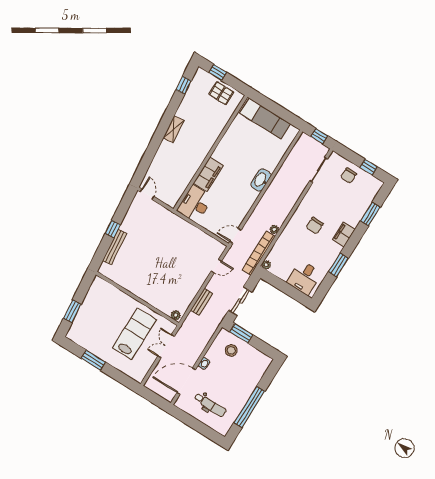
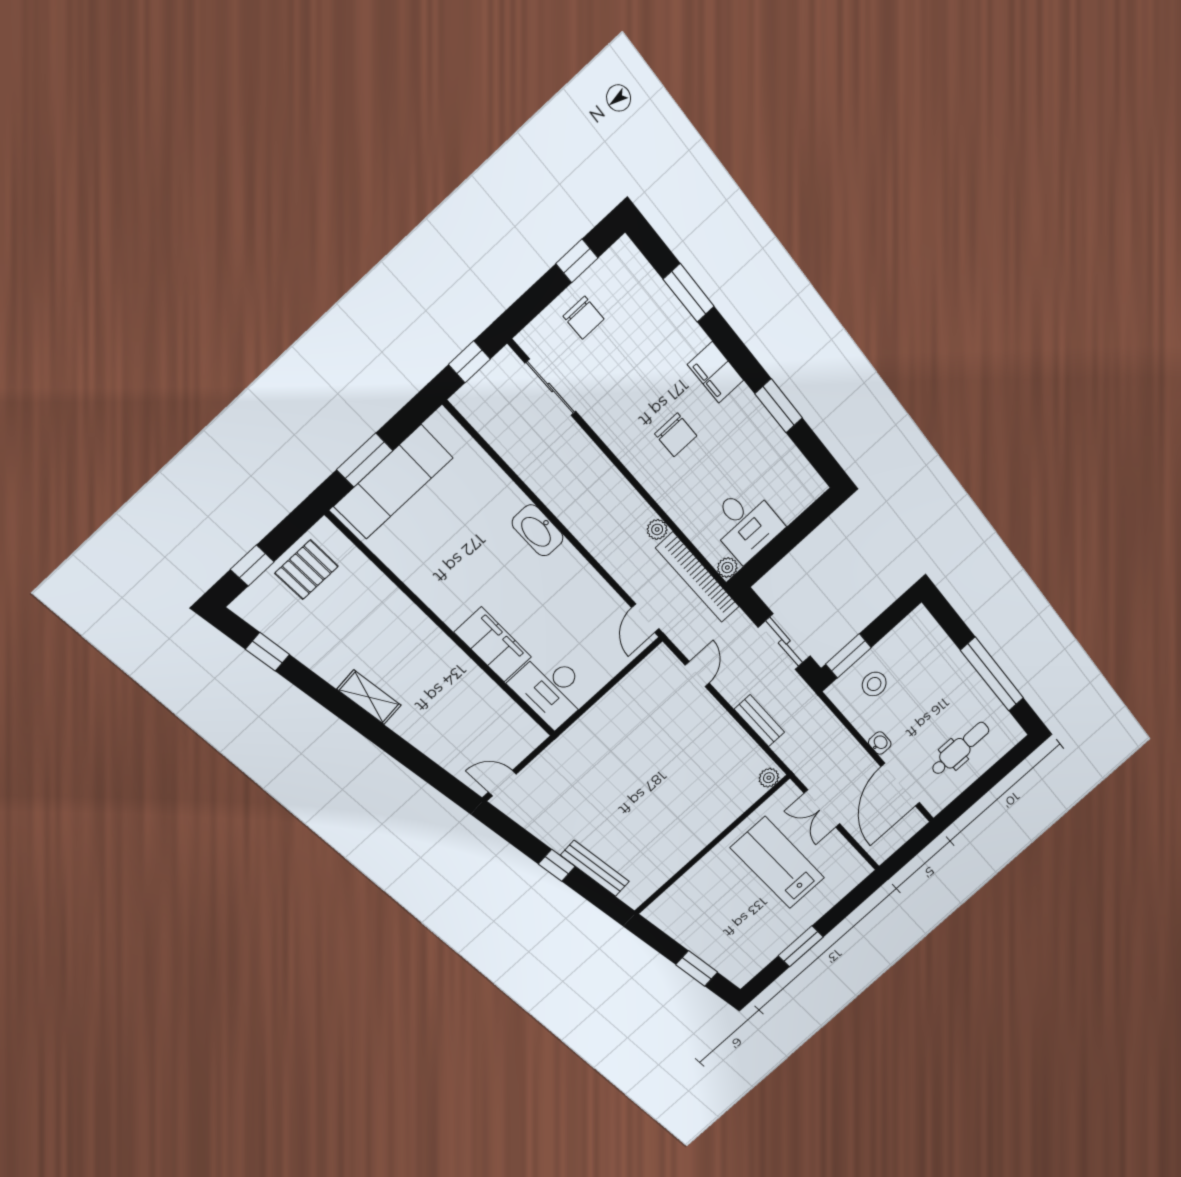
window: (271, 106) -> (365, 460), added
desk: (304, 278) -> (745, 524), moved

